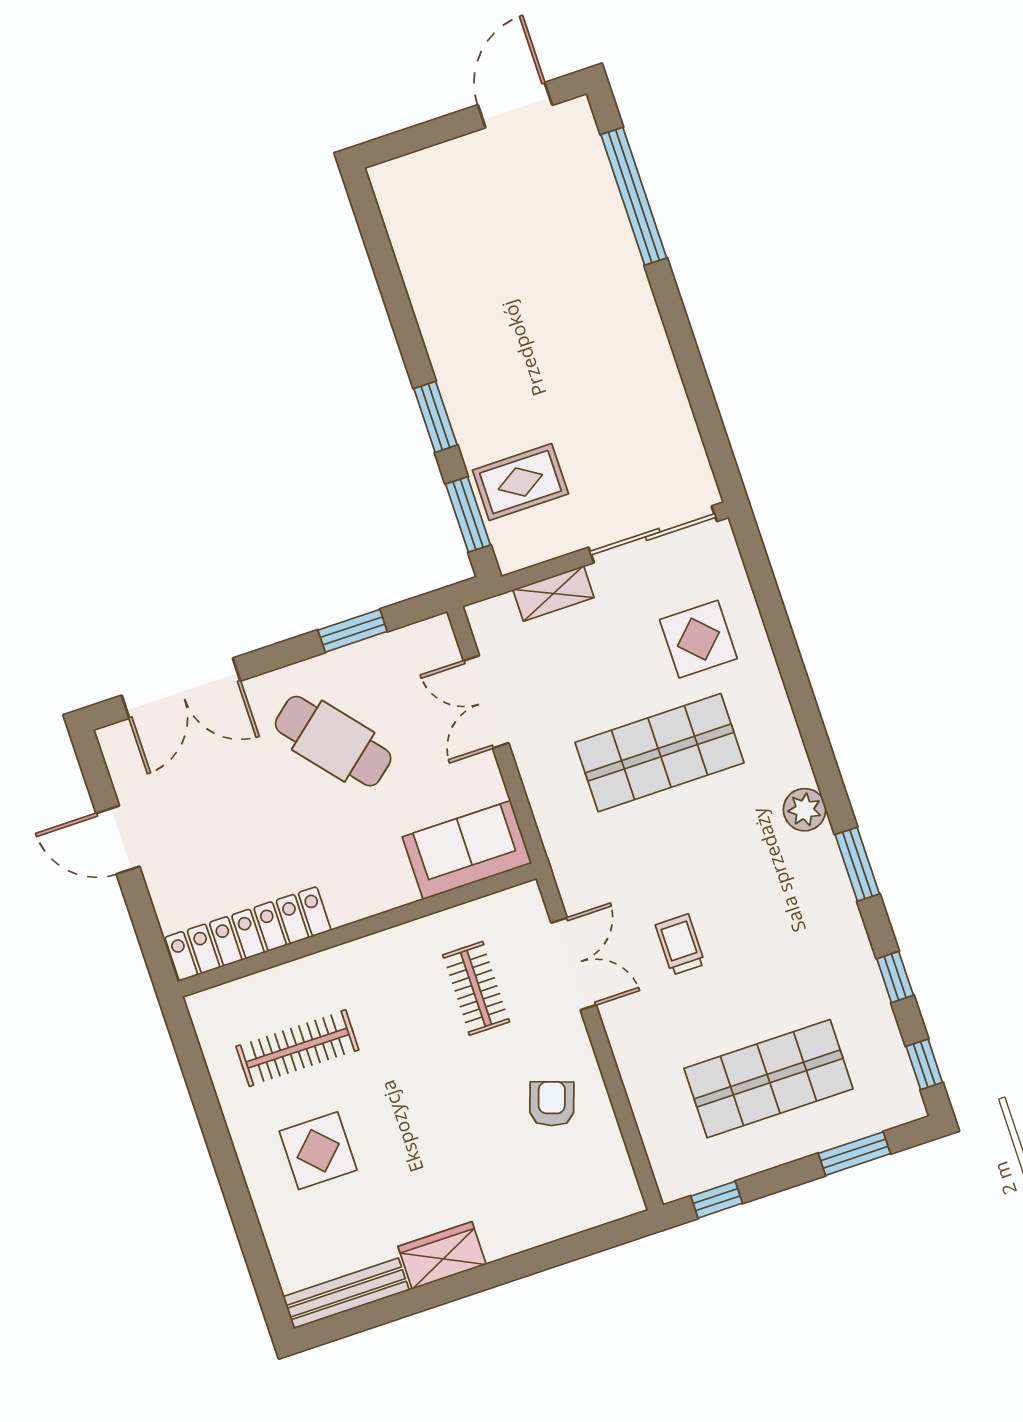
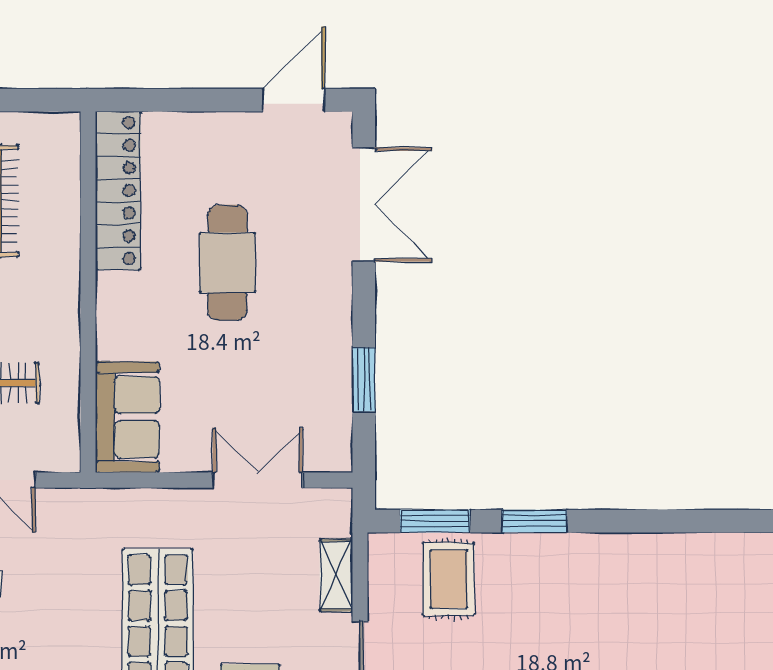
double door: (181, 688) -> (364, 205), swing flipped
cafe table: (333, 741) -> (227, 263), moved, turned -50
door: (118, 840) -> (294, 100), moved

